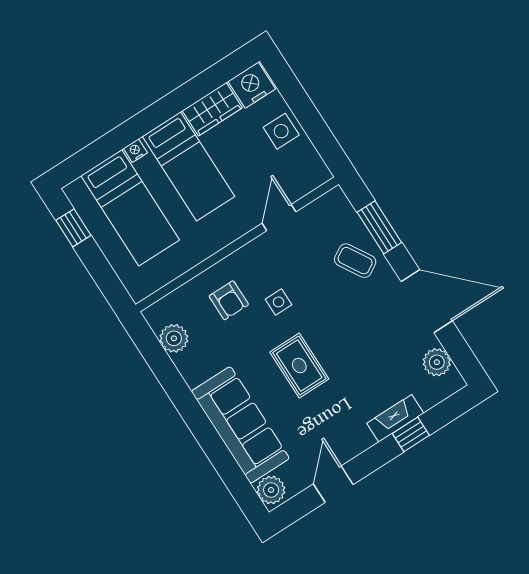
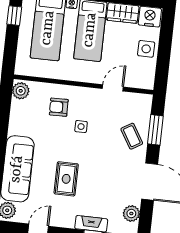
armchair: (229, 300) -> (59, 107), turned 89
plant: (174, 338) -> (21, 91), moved
rug: (299, 366) -> (66, 179), moved

